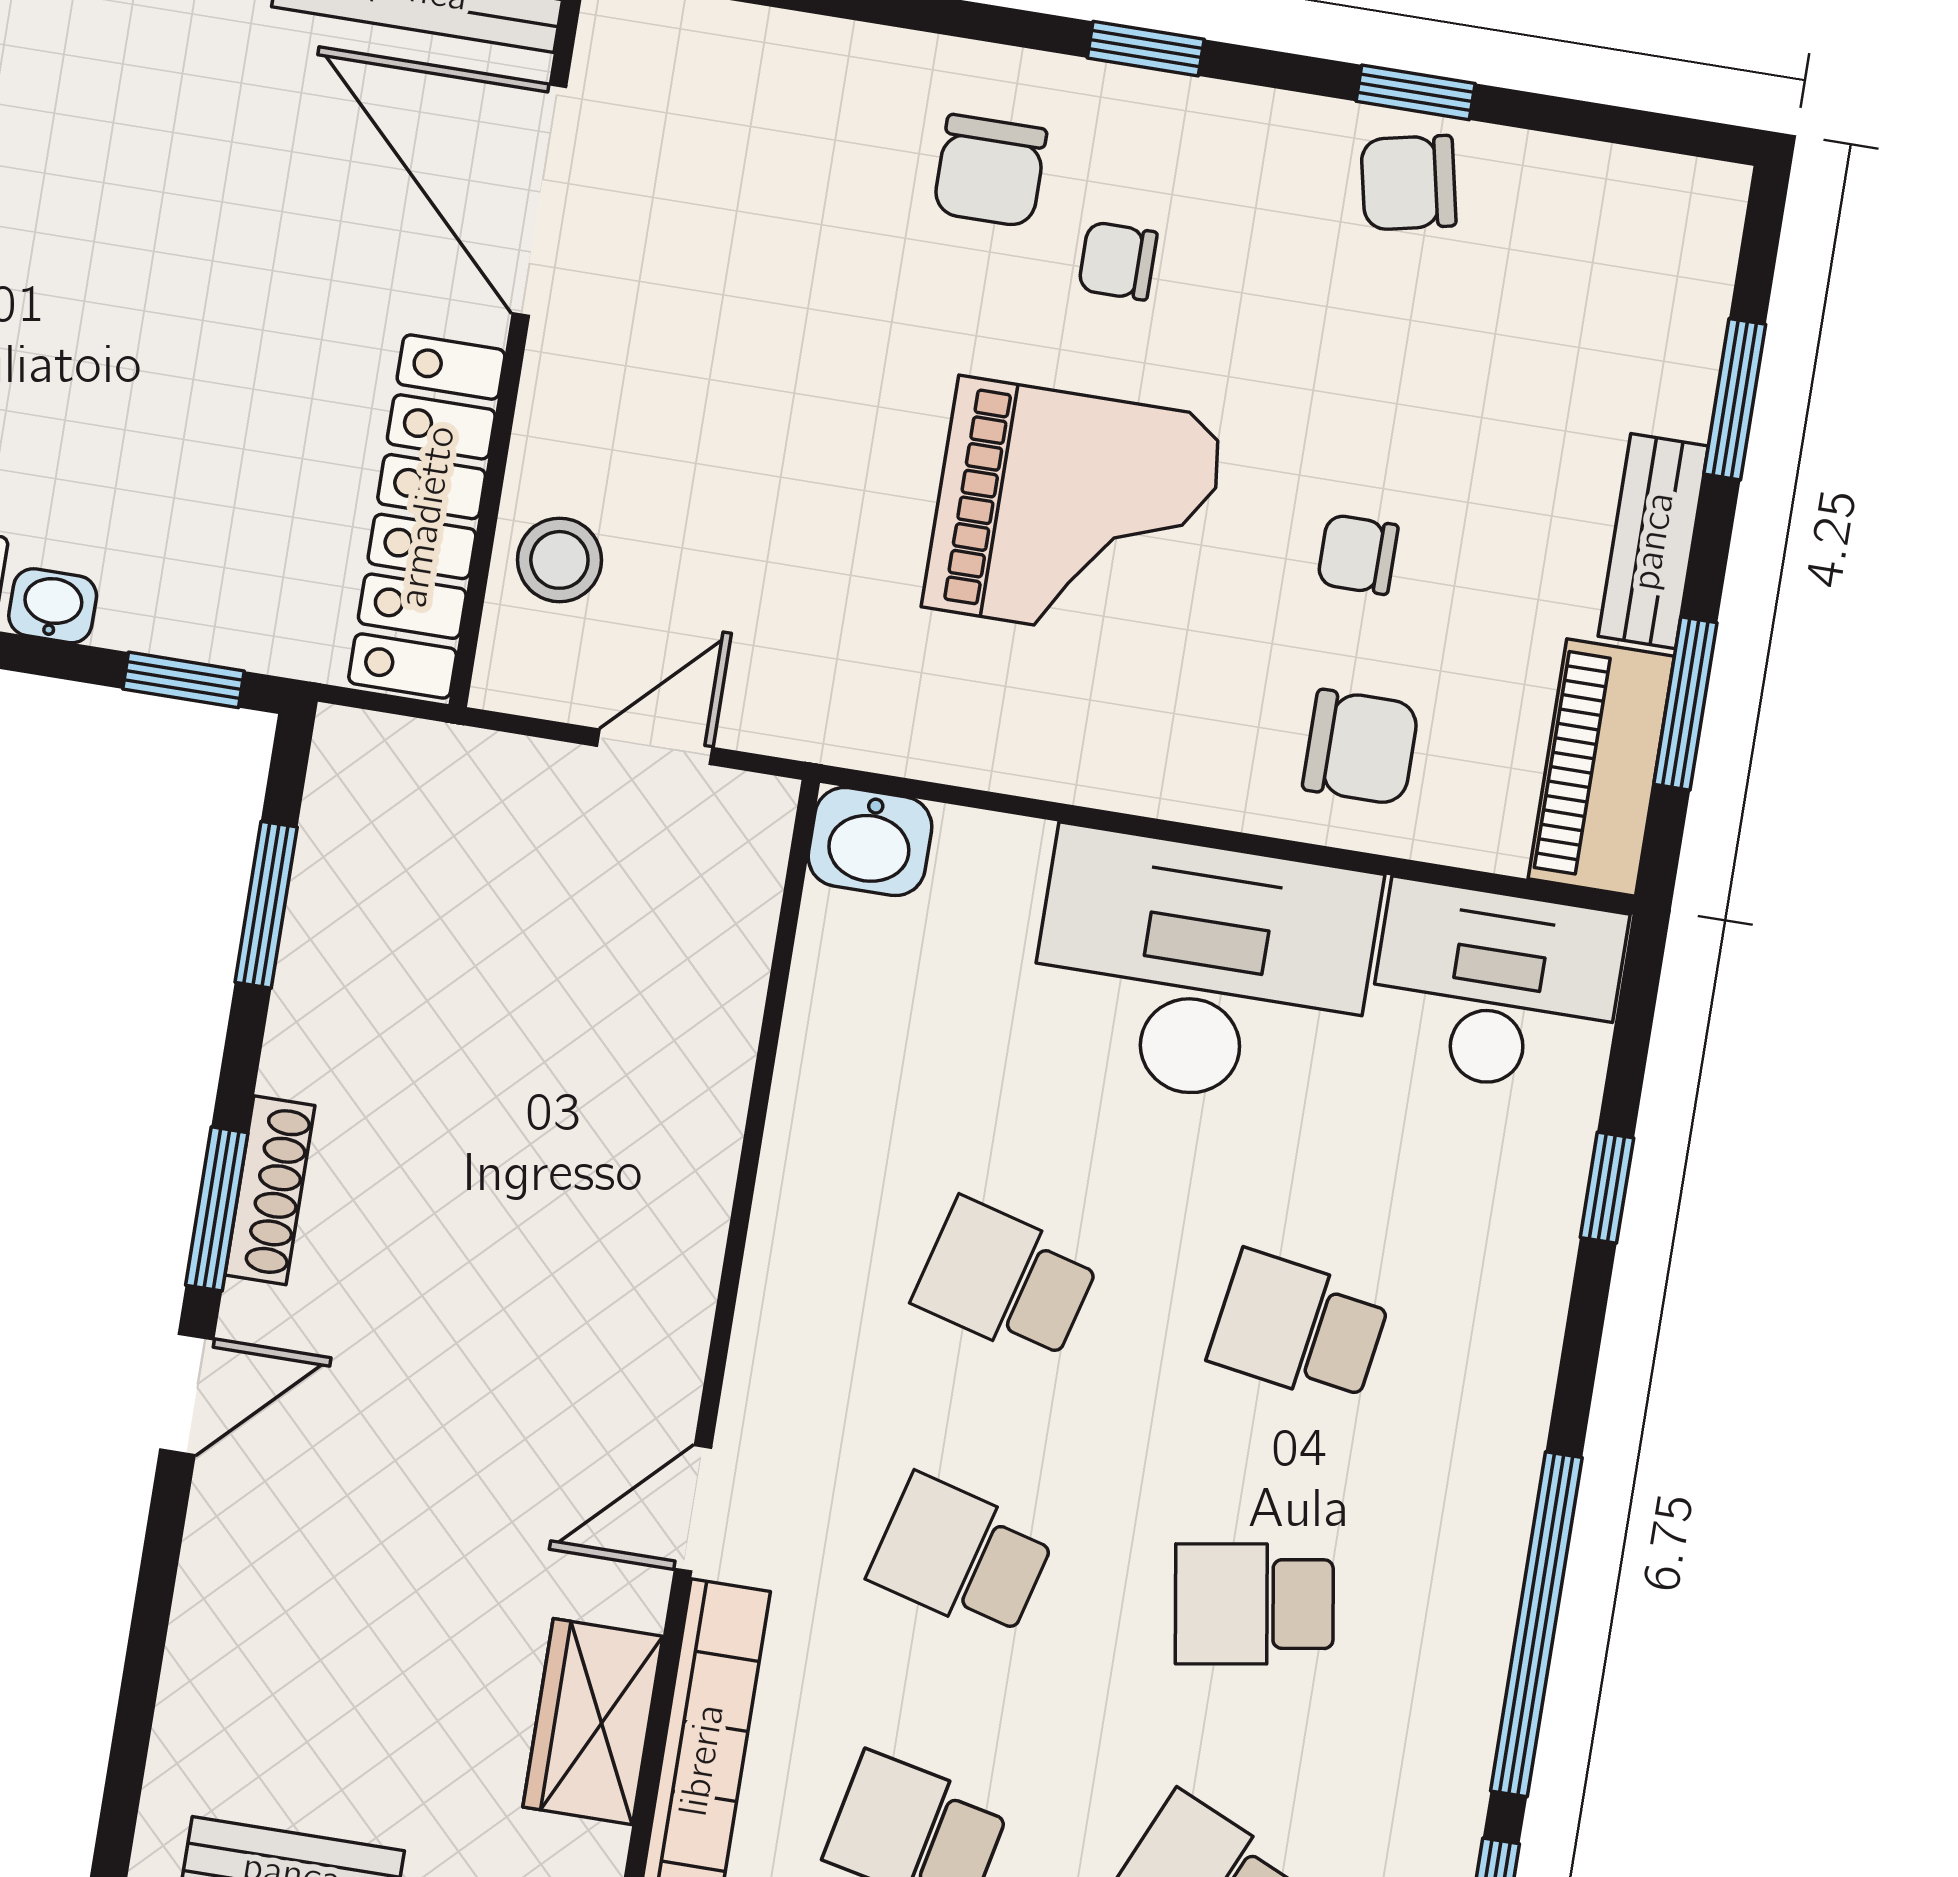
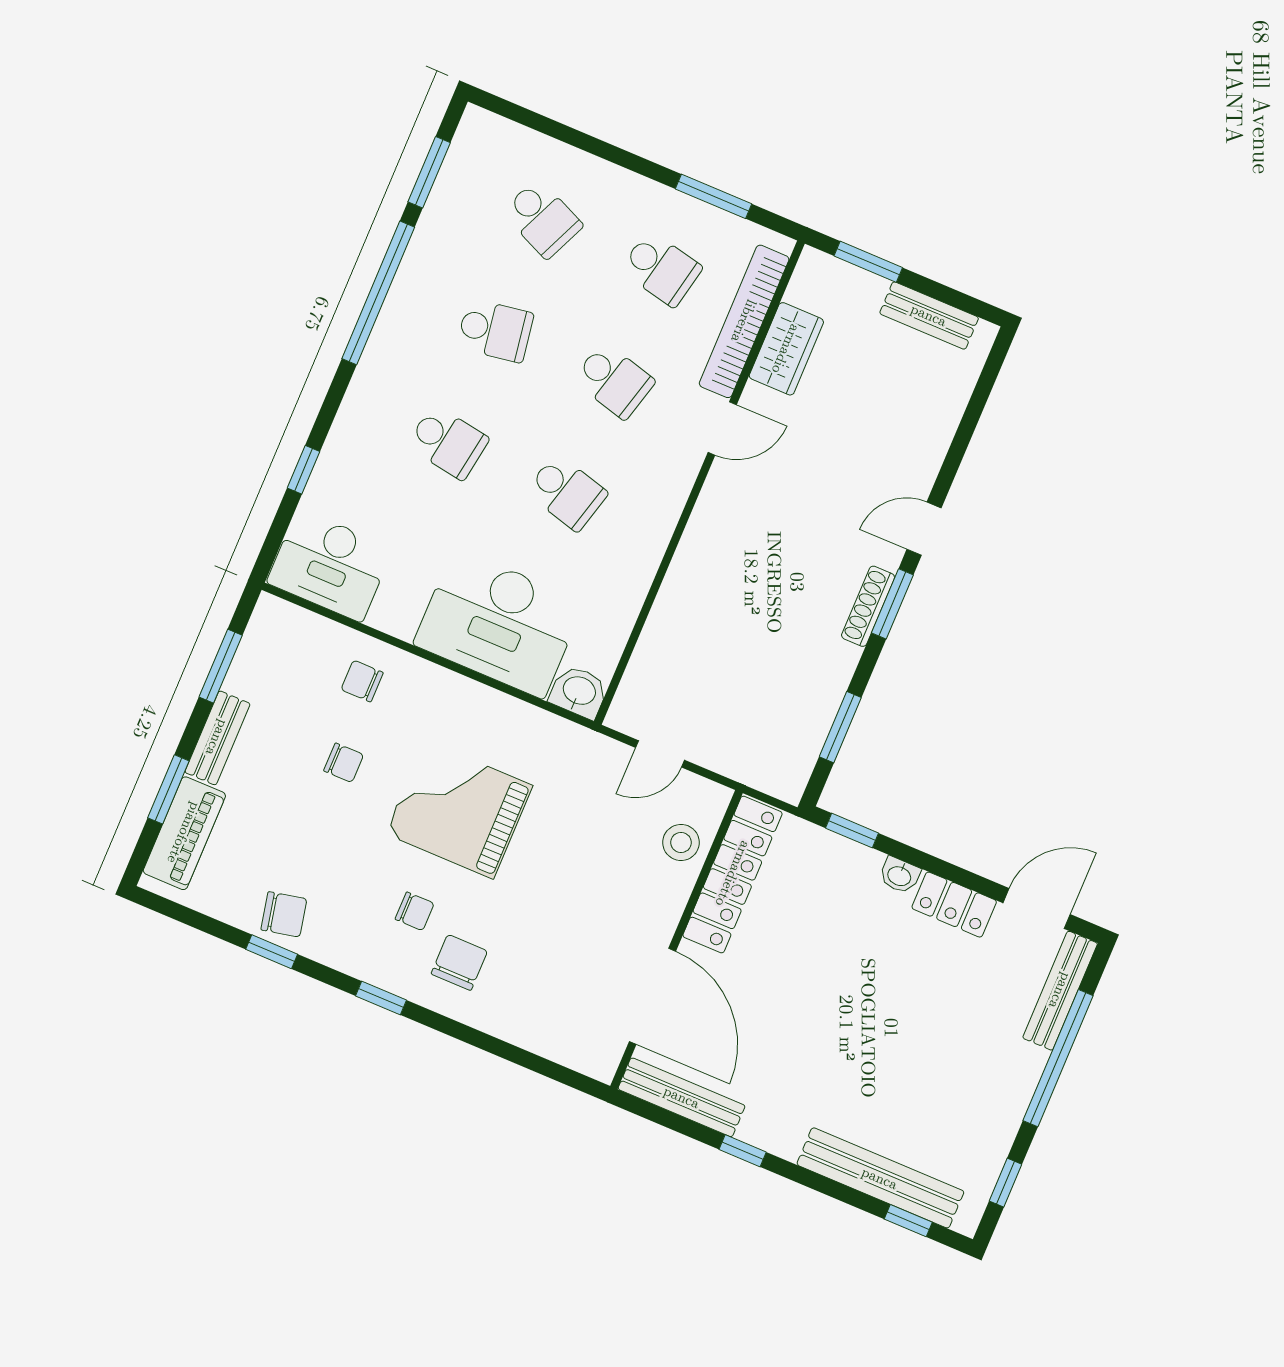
chair: (1361, 747) -> (362, 681), width x0.73, depth x0.73
piano: (1601, 768) -> (184, 833), moved
desk: (1202, 970) -> (499, 623), moved

